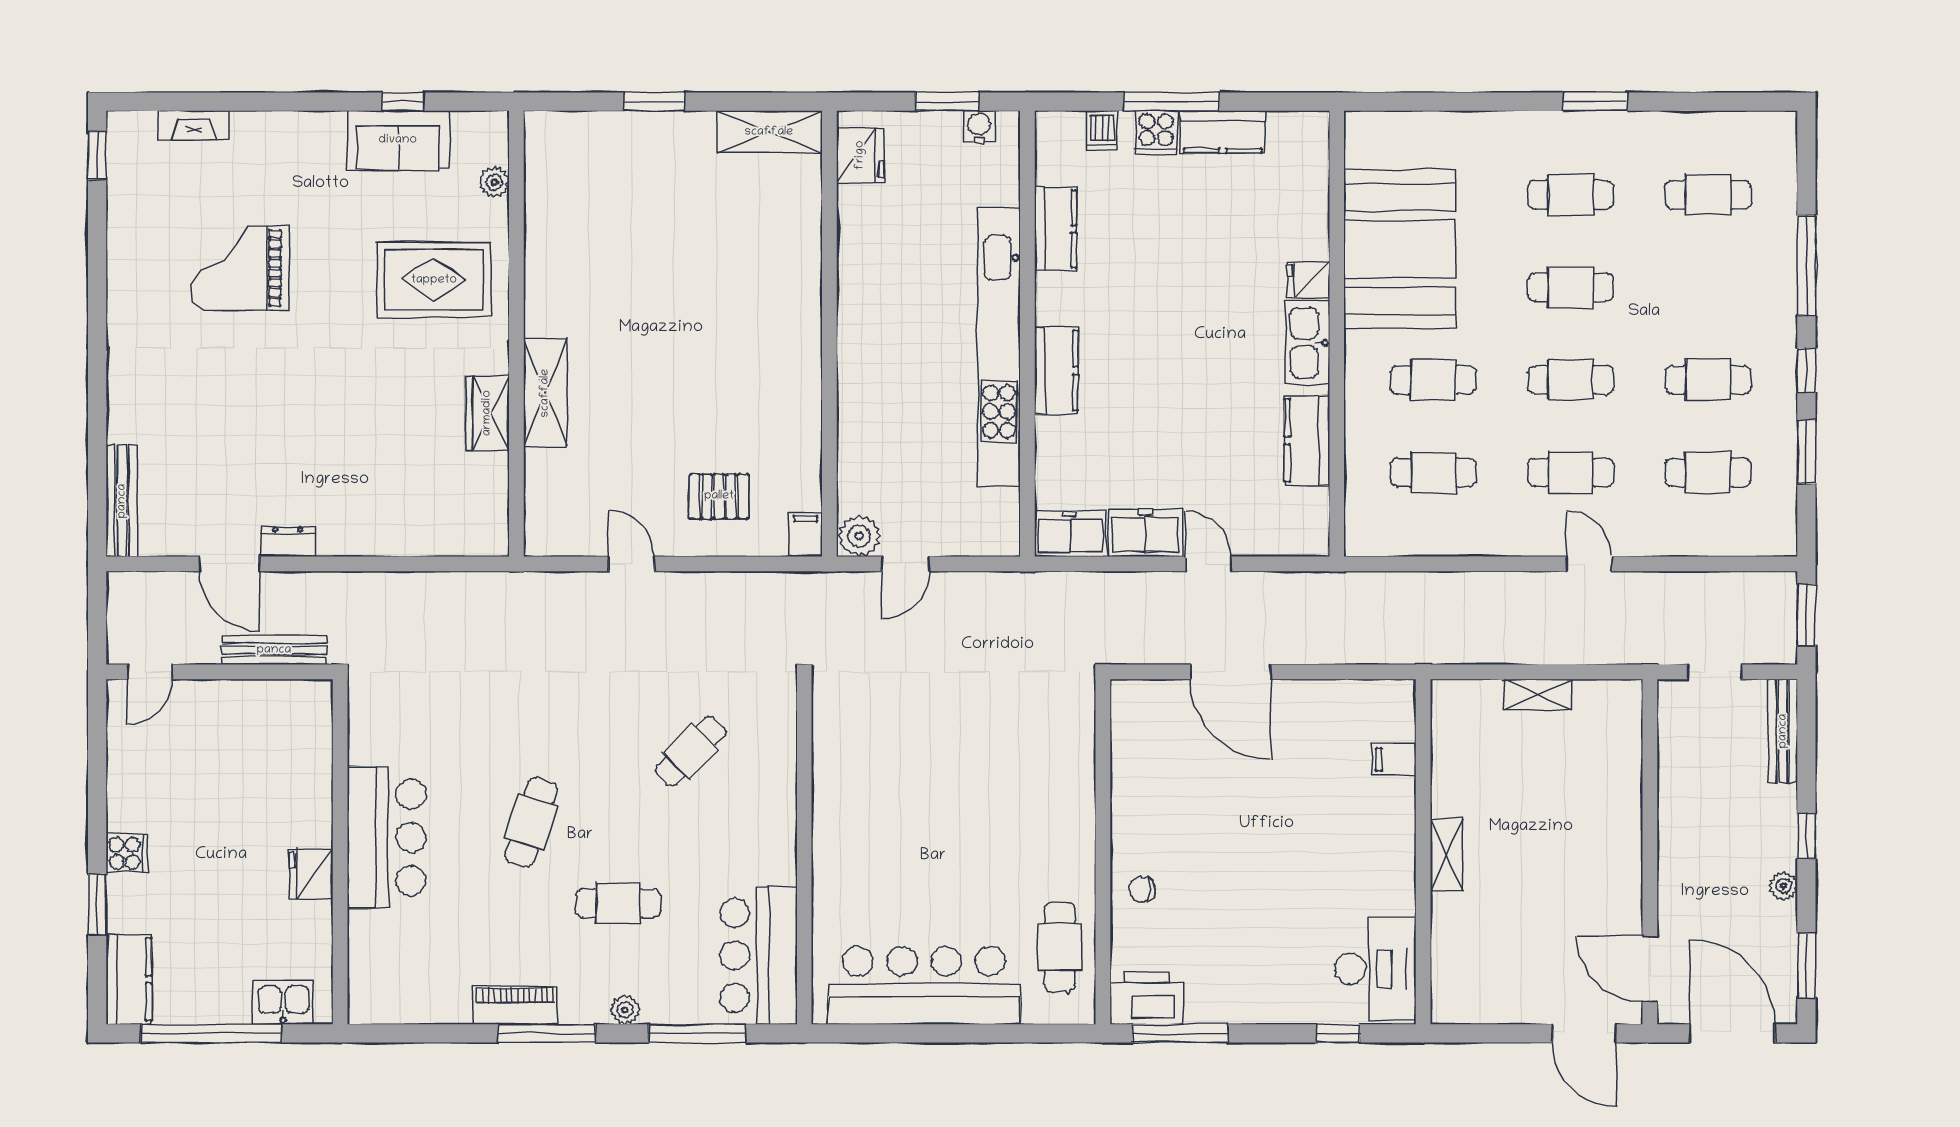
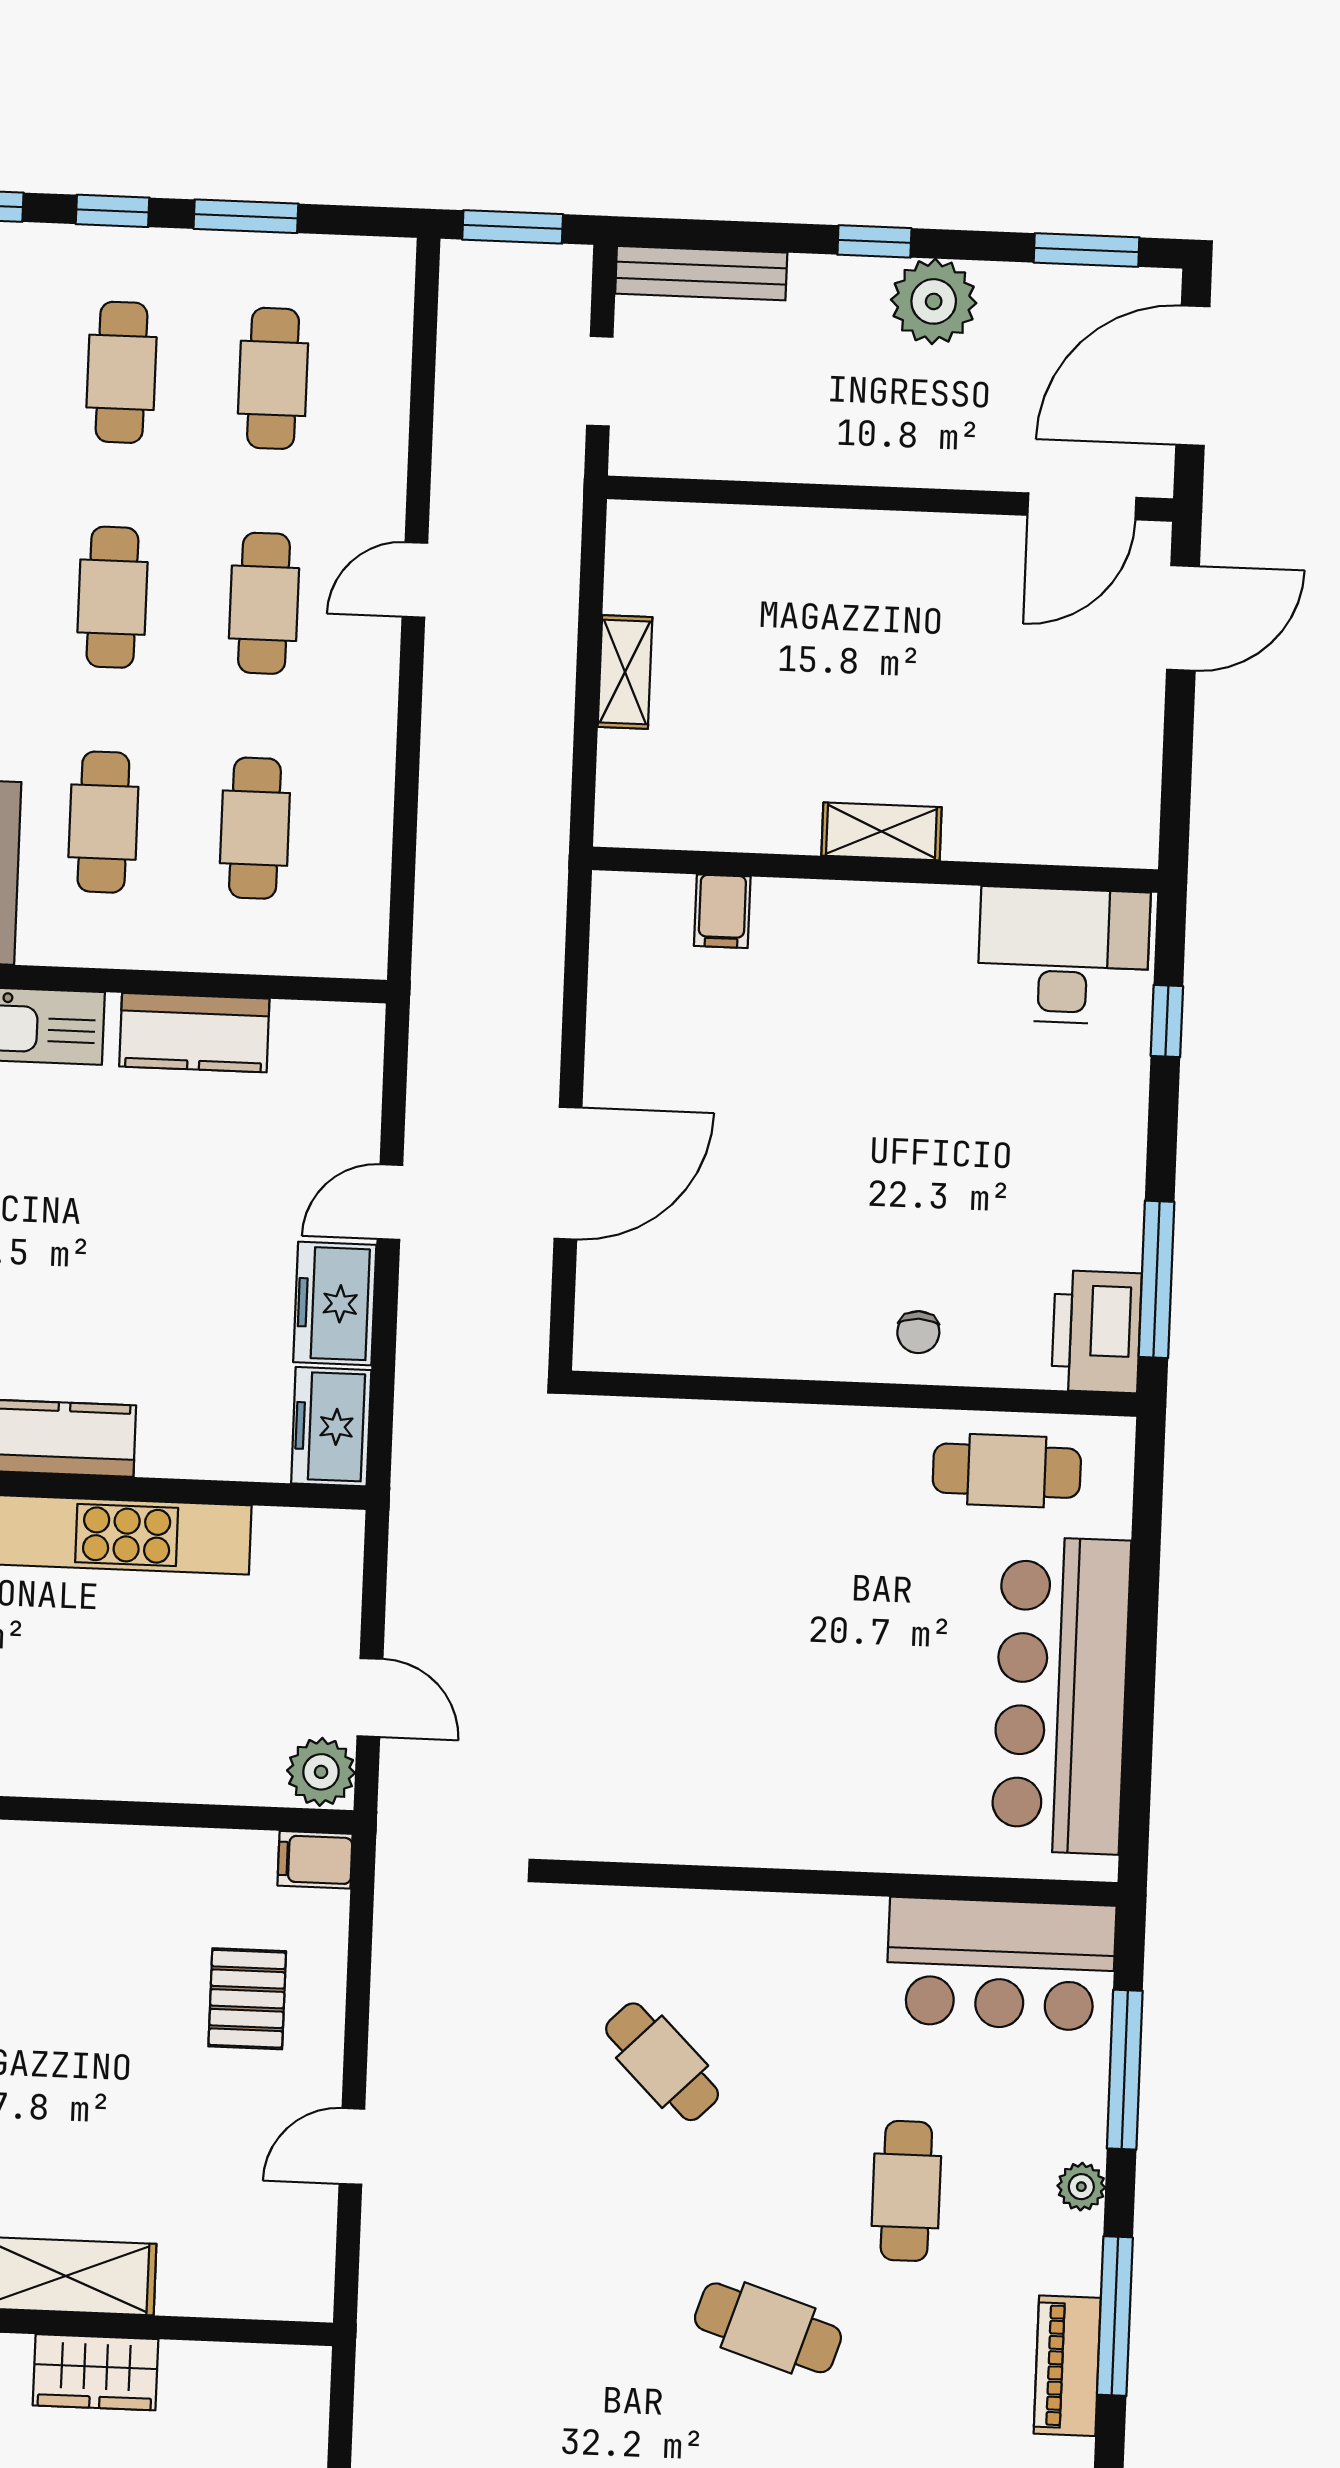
plant: (1783, 886) -> (934, 301), width x1.88, depth x1.88

